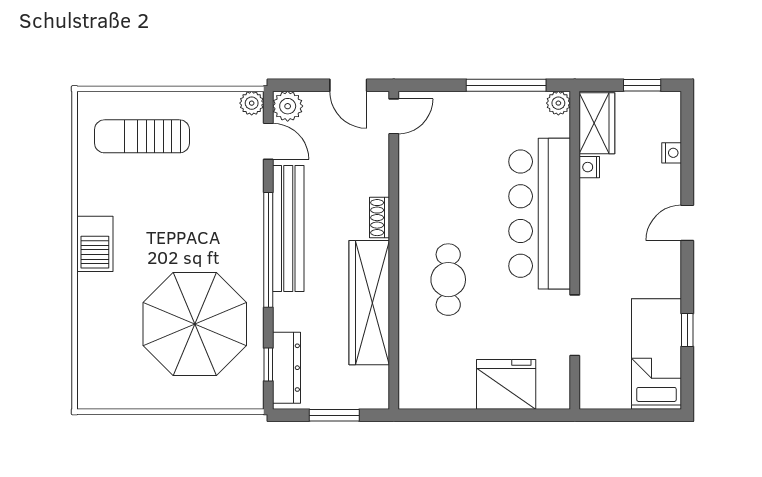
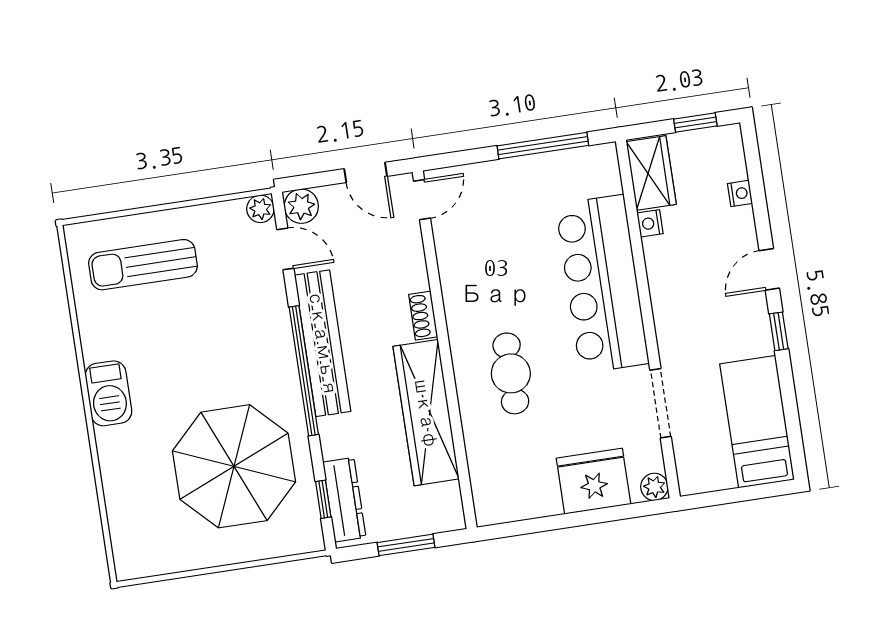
plant: (558, 103) -> (654, 487), moved
window: (687, 330) -> (779, 331), moved

